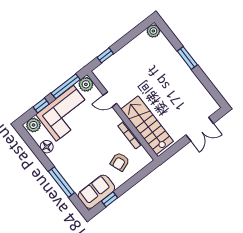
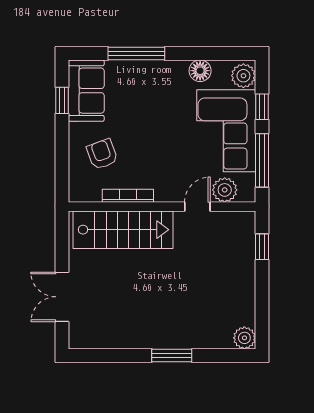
plant: (86, 84) -> (225, 190), moved

